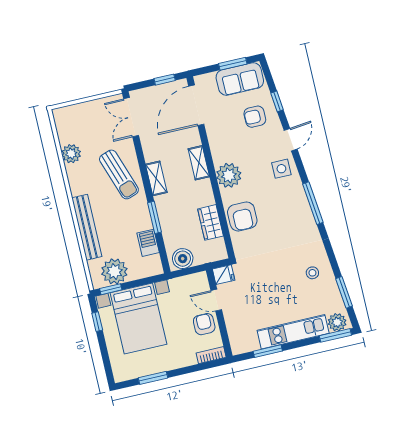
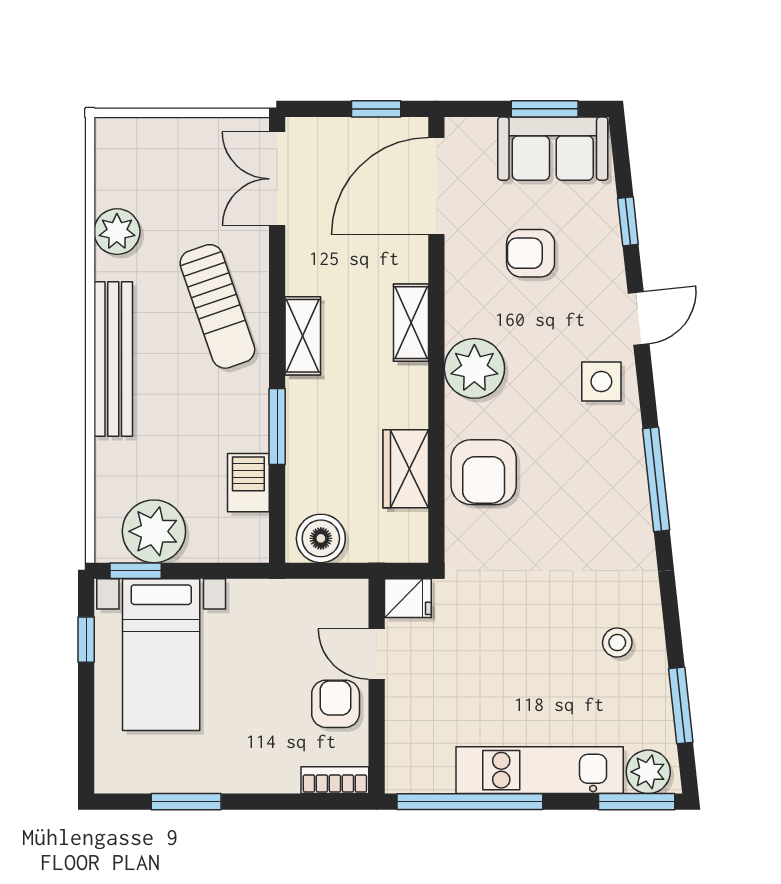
armchair: (255, 117) -> (531, 253), moved
bench: (87, 227) -> (113, 359), moved
bed with nightstands: (138, 319) -> (161, 655), width x0.73
window: (268, 351) -> (470, 802), width x2.11

